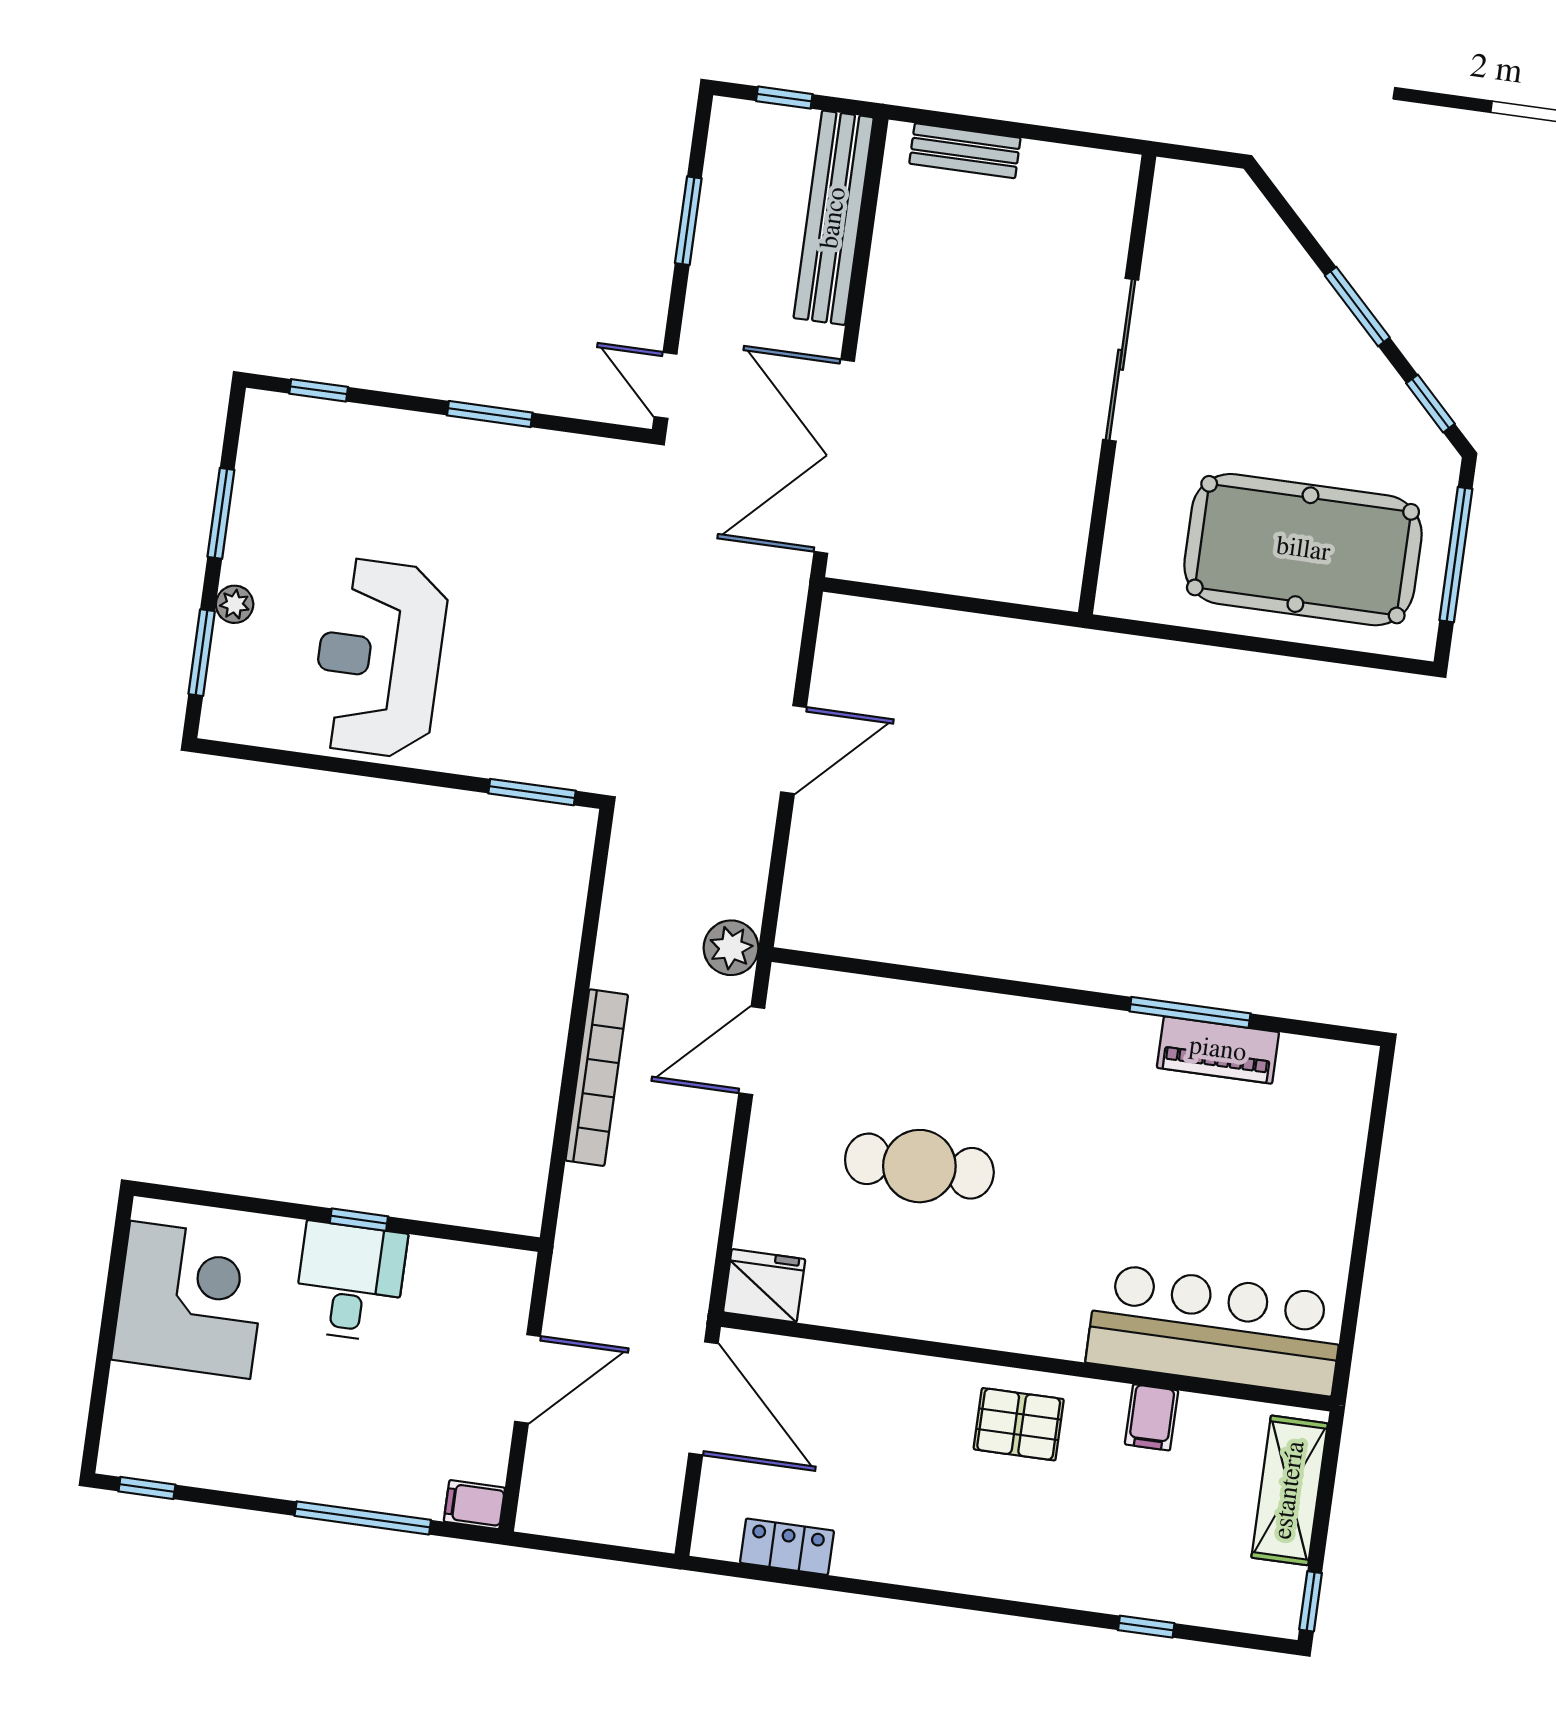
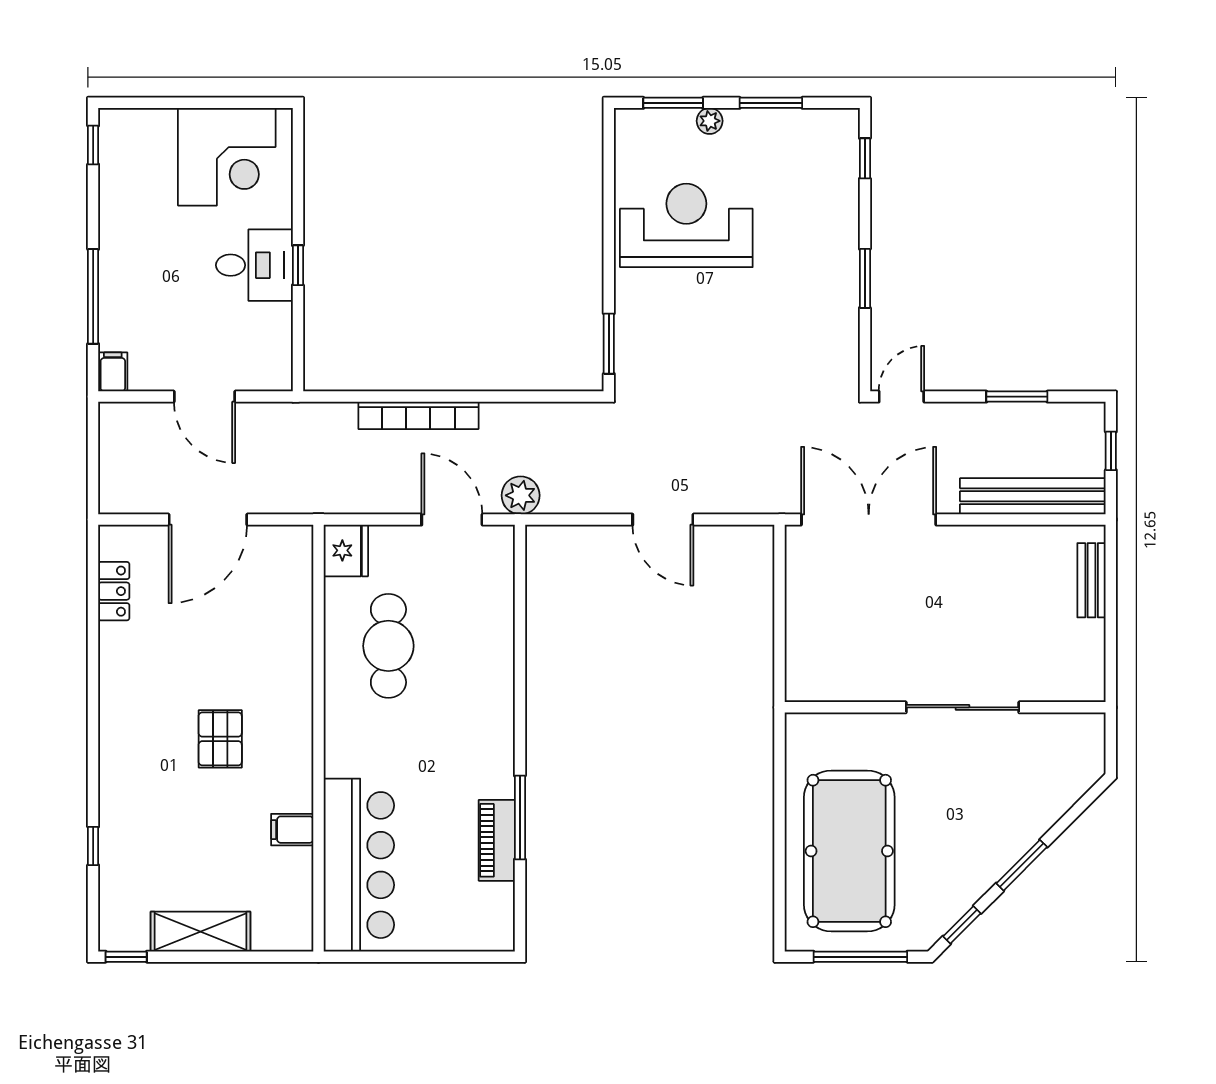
fridge: (764, 1286) -> (346, 550), moved
bar counter: (1215, 1329) -> (359, 865), moved
wall: (1026, 1362) -> (318, 738), moved
filing cabinet: (1152, 1417) -> (292, 830), moved

